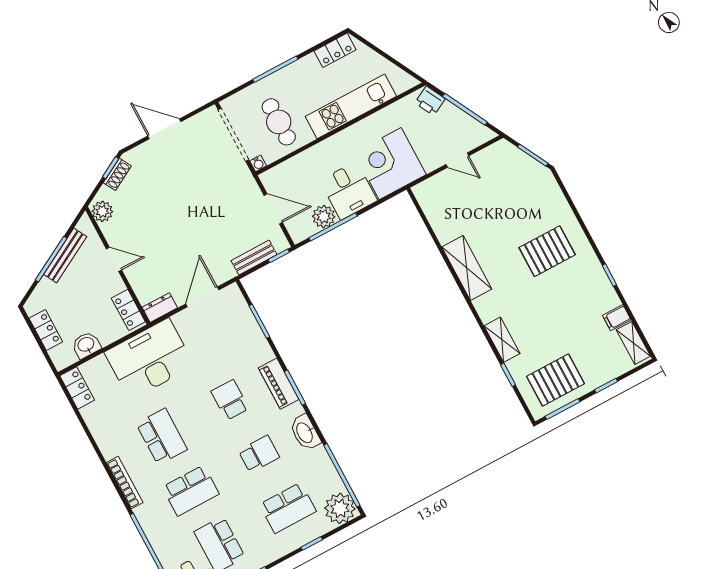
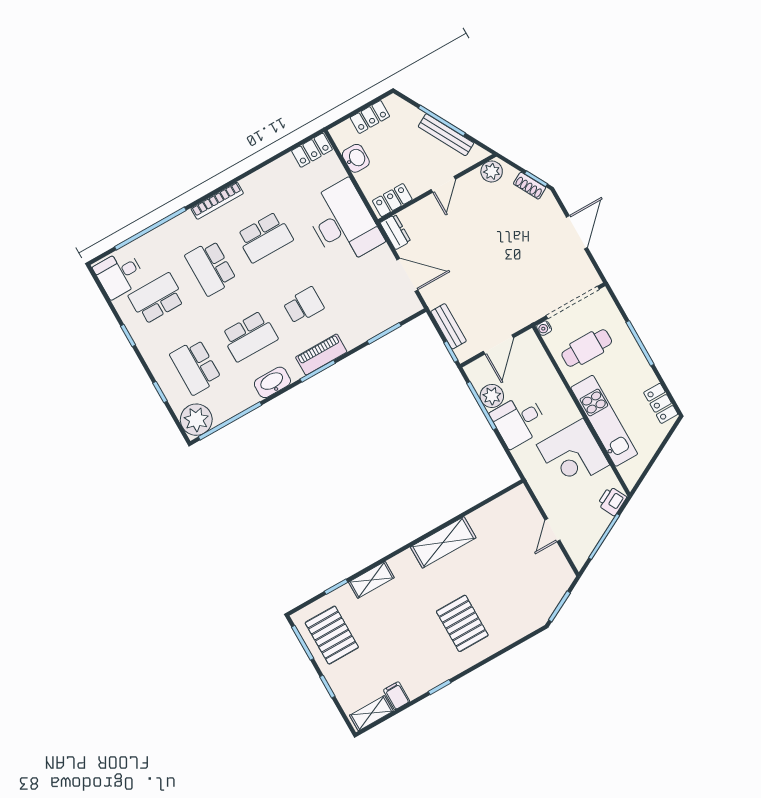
corner desk: (390, 164) -> (573, 455), moved, turned 180
school desk: (259, 454) -> (250, 336), width x1.85

